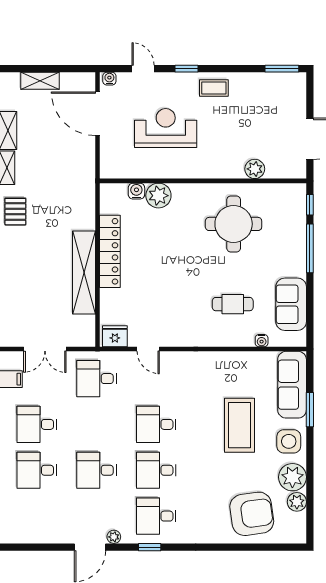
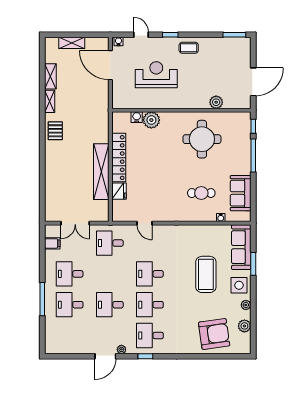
fridge: (115, 336) -> (119, 191), moved, turned 90
plant: (292, 477) -> (246, 305), width x0.53, depth x0.53

